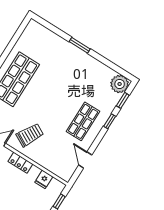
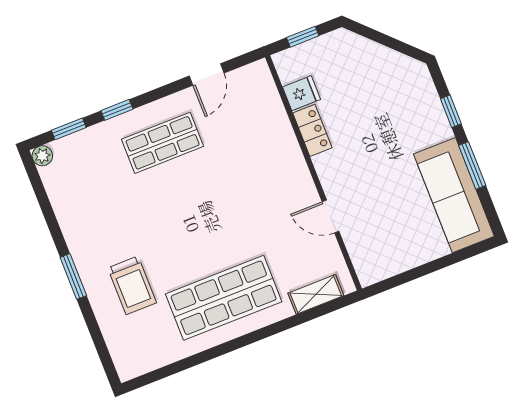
plant: (120, 84) -> (42, 156), width x0.53, depth x0.53
trolley: (30, 135) -> (132, 285), moved, turned -118
locker: (20, 163) -> (312, 130), moved

